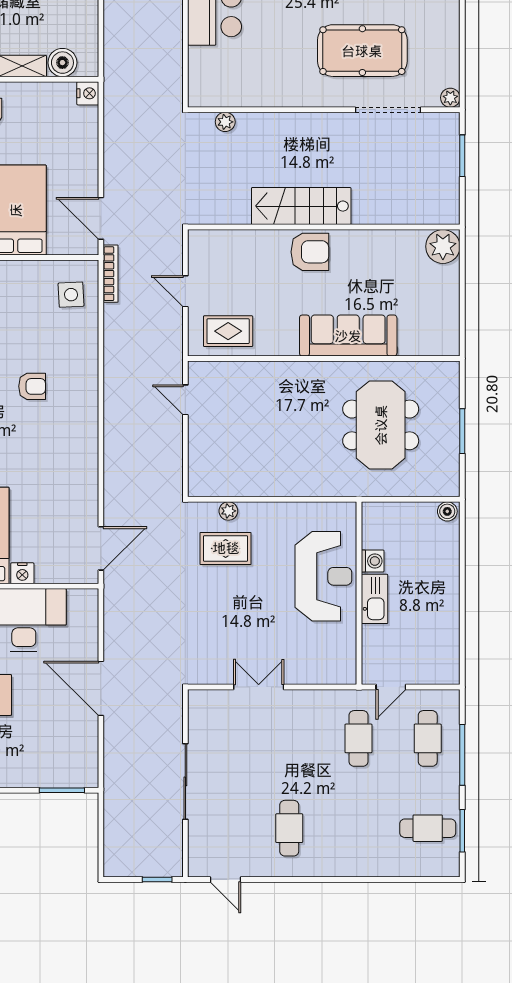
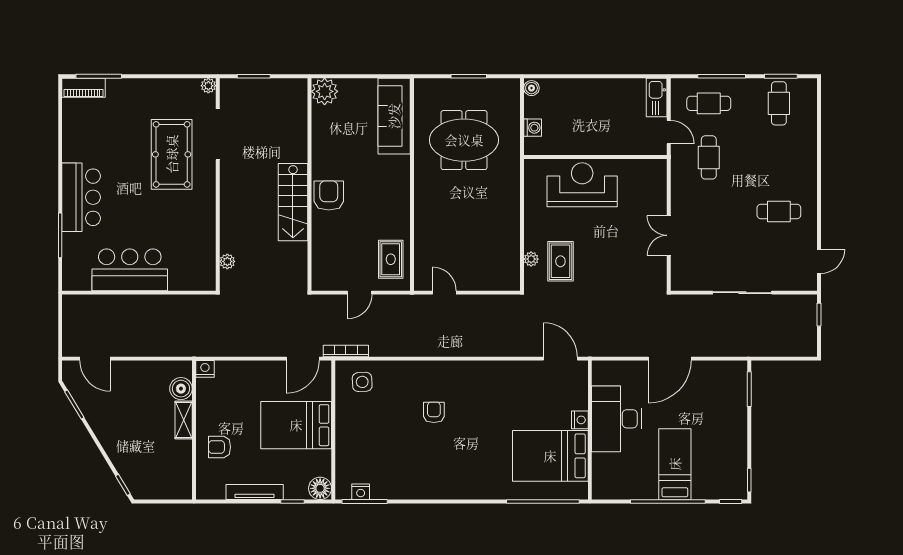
sofa: (348, 336) -> (394, 116), moved
door: (185, 400) -> (444, 293), swing flipped
washing machine: (373, 561) -> (533, 128), moved, turned 90
kitchen sink: (374, 599) -> (657, 98), moved, turned -90
cafe table: (358, 738) -> (709, 157), turned 90

